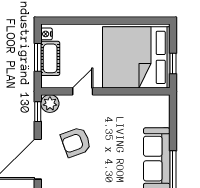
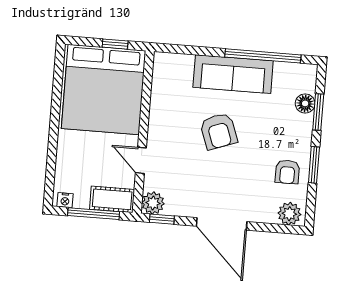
window: (38, 57) -> (94, 214), width x1.44
cot: (50, 58) -> (112, 199), moved
armchair: (76, 142) -> (219, 131), moved

